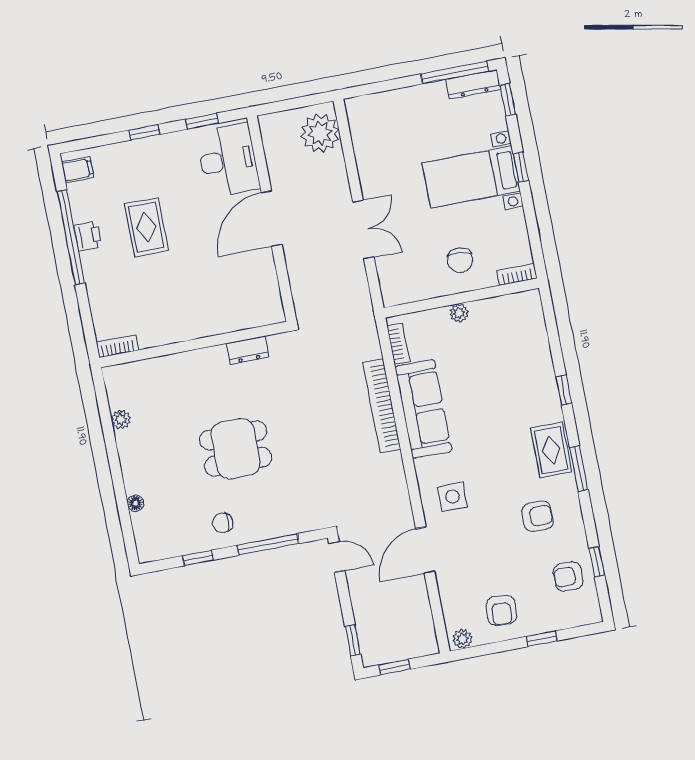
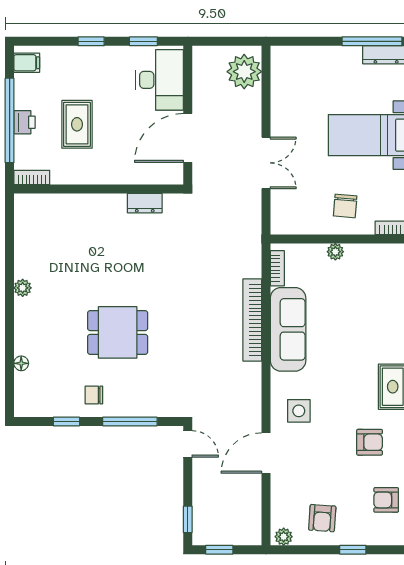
wall: (194, 344) -> (99, 189), moved
bookcase: (117, 346) -> (32, 178), moved
dresser: (248, 350) -> (145, 203), moved

